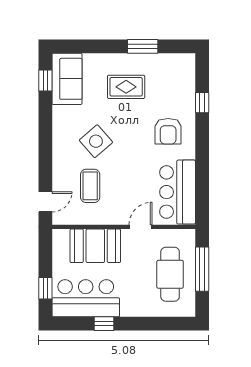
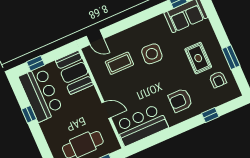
armchair: (163, 74) -> (218, 79), added
side table: (96, 141) -> (152, 54), turned 45
booth: (95, 246) -> (74, 72), moved

